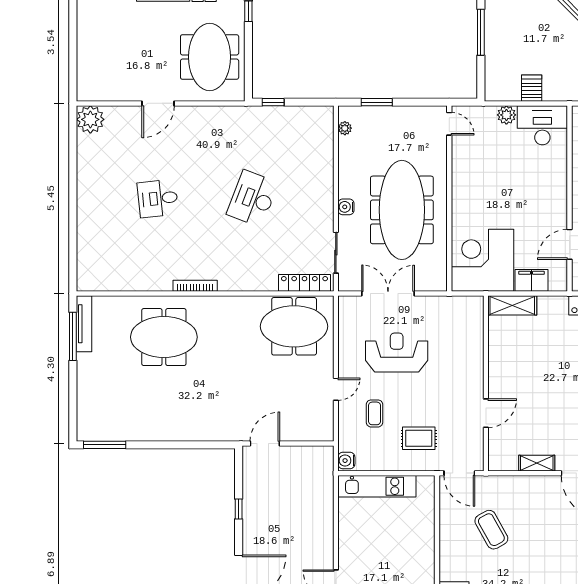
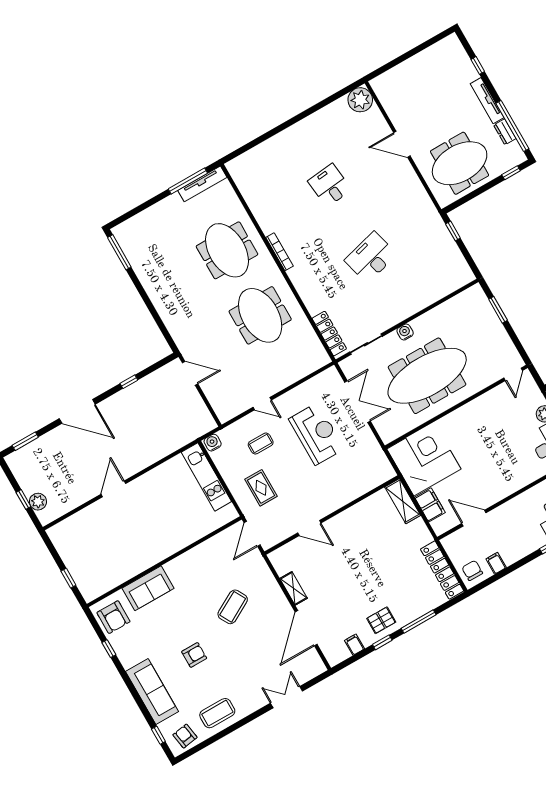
plant: (345, 128) -> (464, 297), removed
desk: (252, 198) -> (371, 257), turned -36
meeting table: (294, 326) -> (260, 315), moved
coffee table: (491, 530) -> (233, 607), moved

